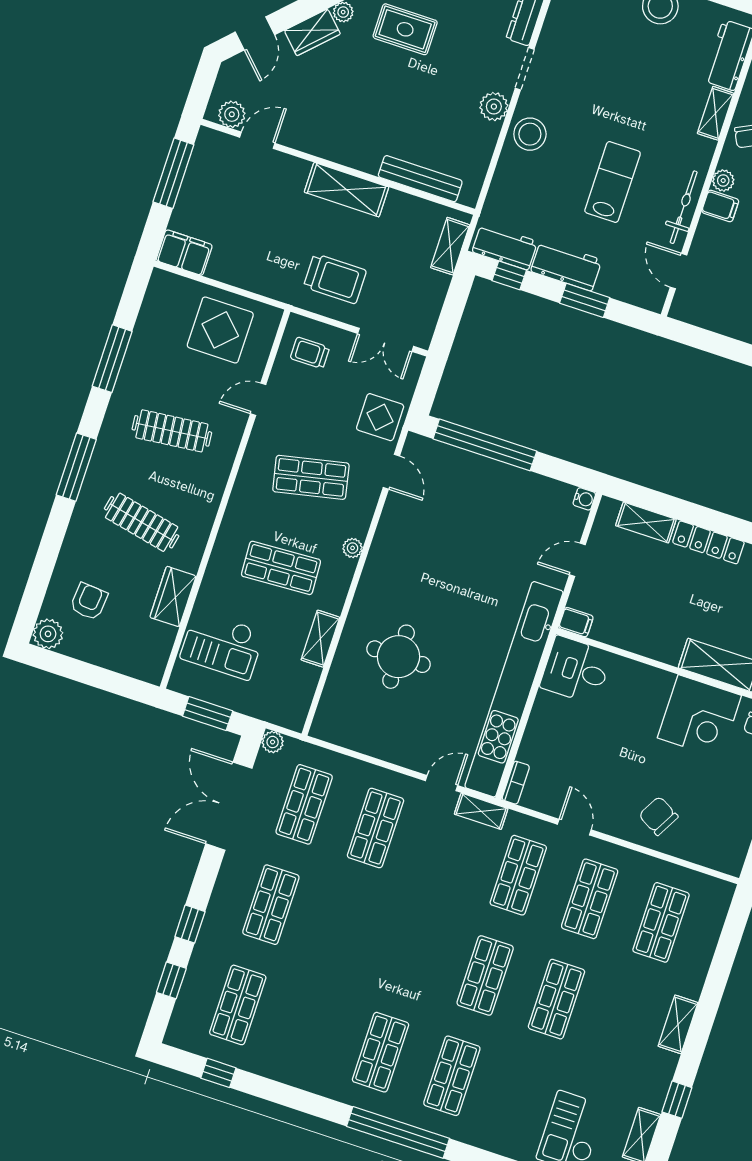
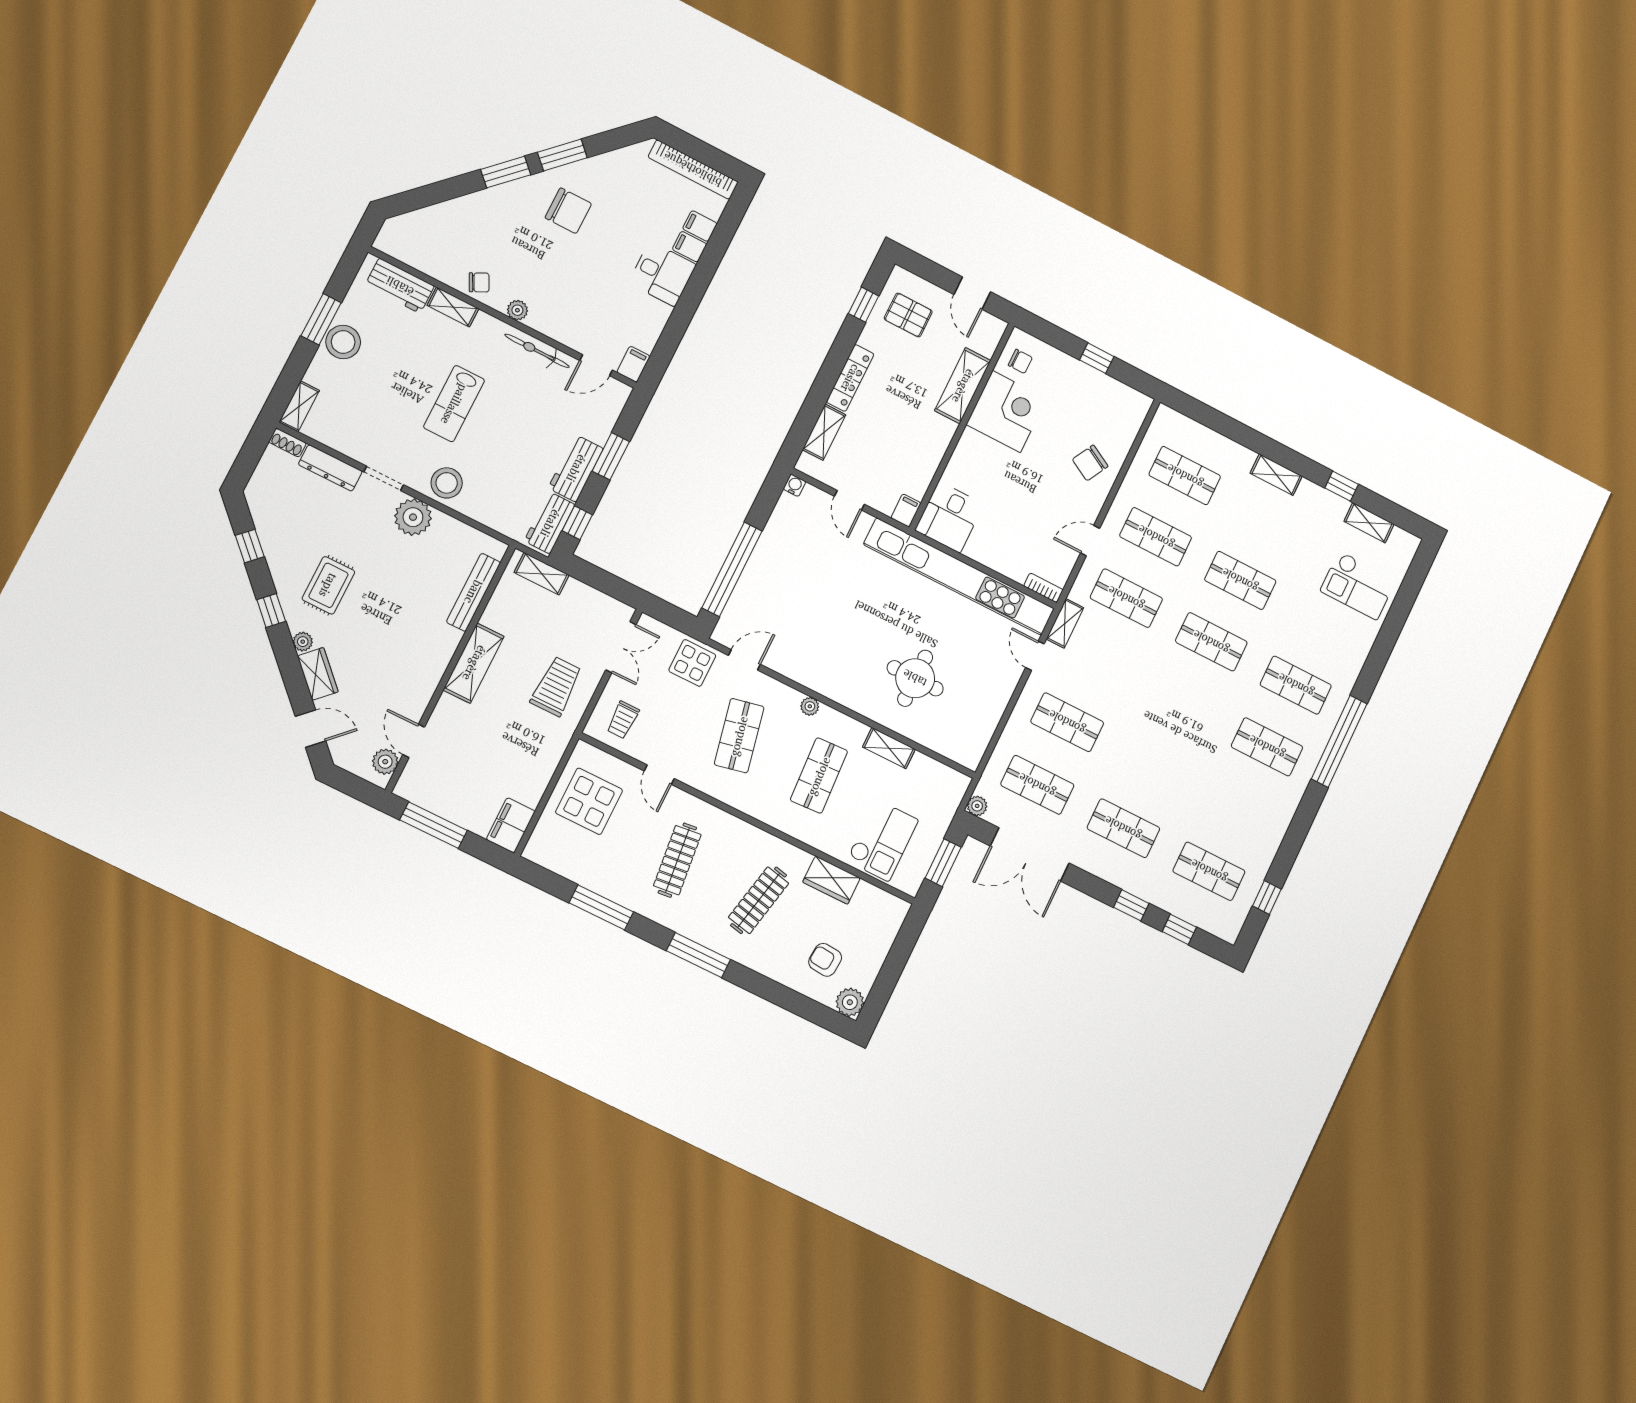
plant: (494, 107) -> (413, 517), width x1.36, depth x1.36
lab bench: (613, 182) -> (454, 404), moved, turned -90
filing cabinet: (720, 206) -> (633, 364), moved

